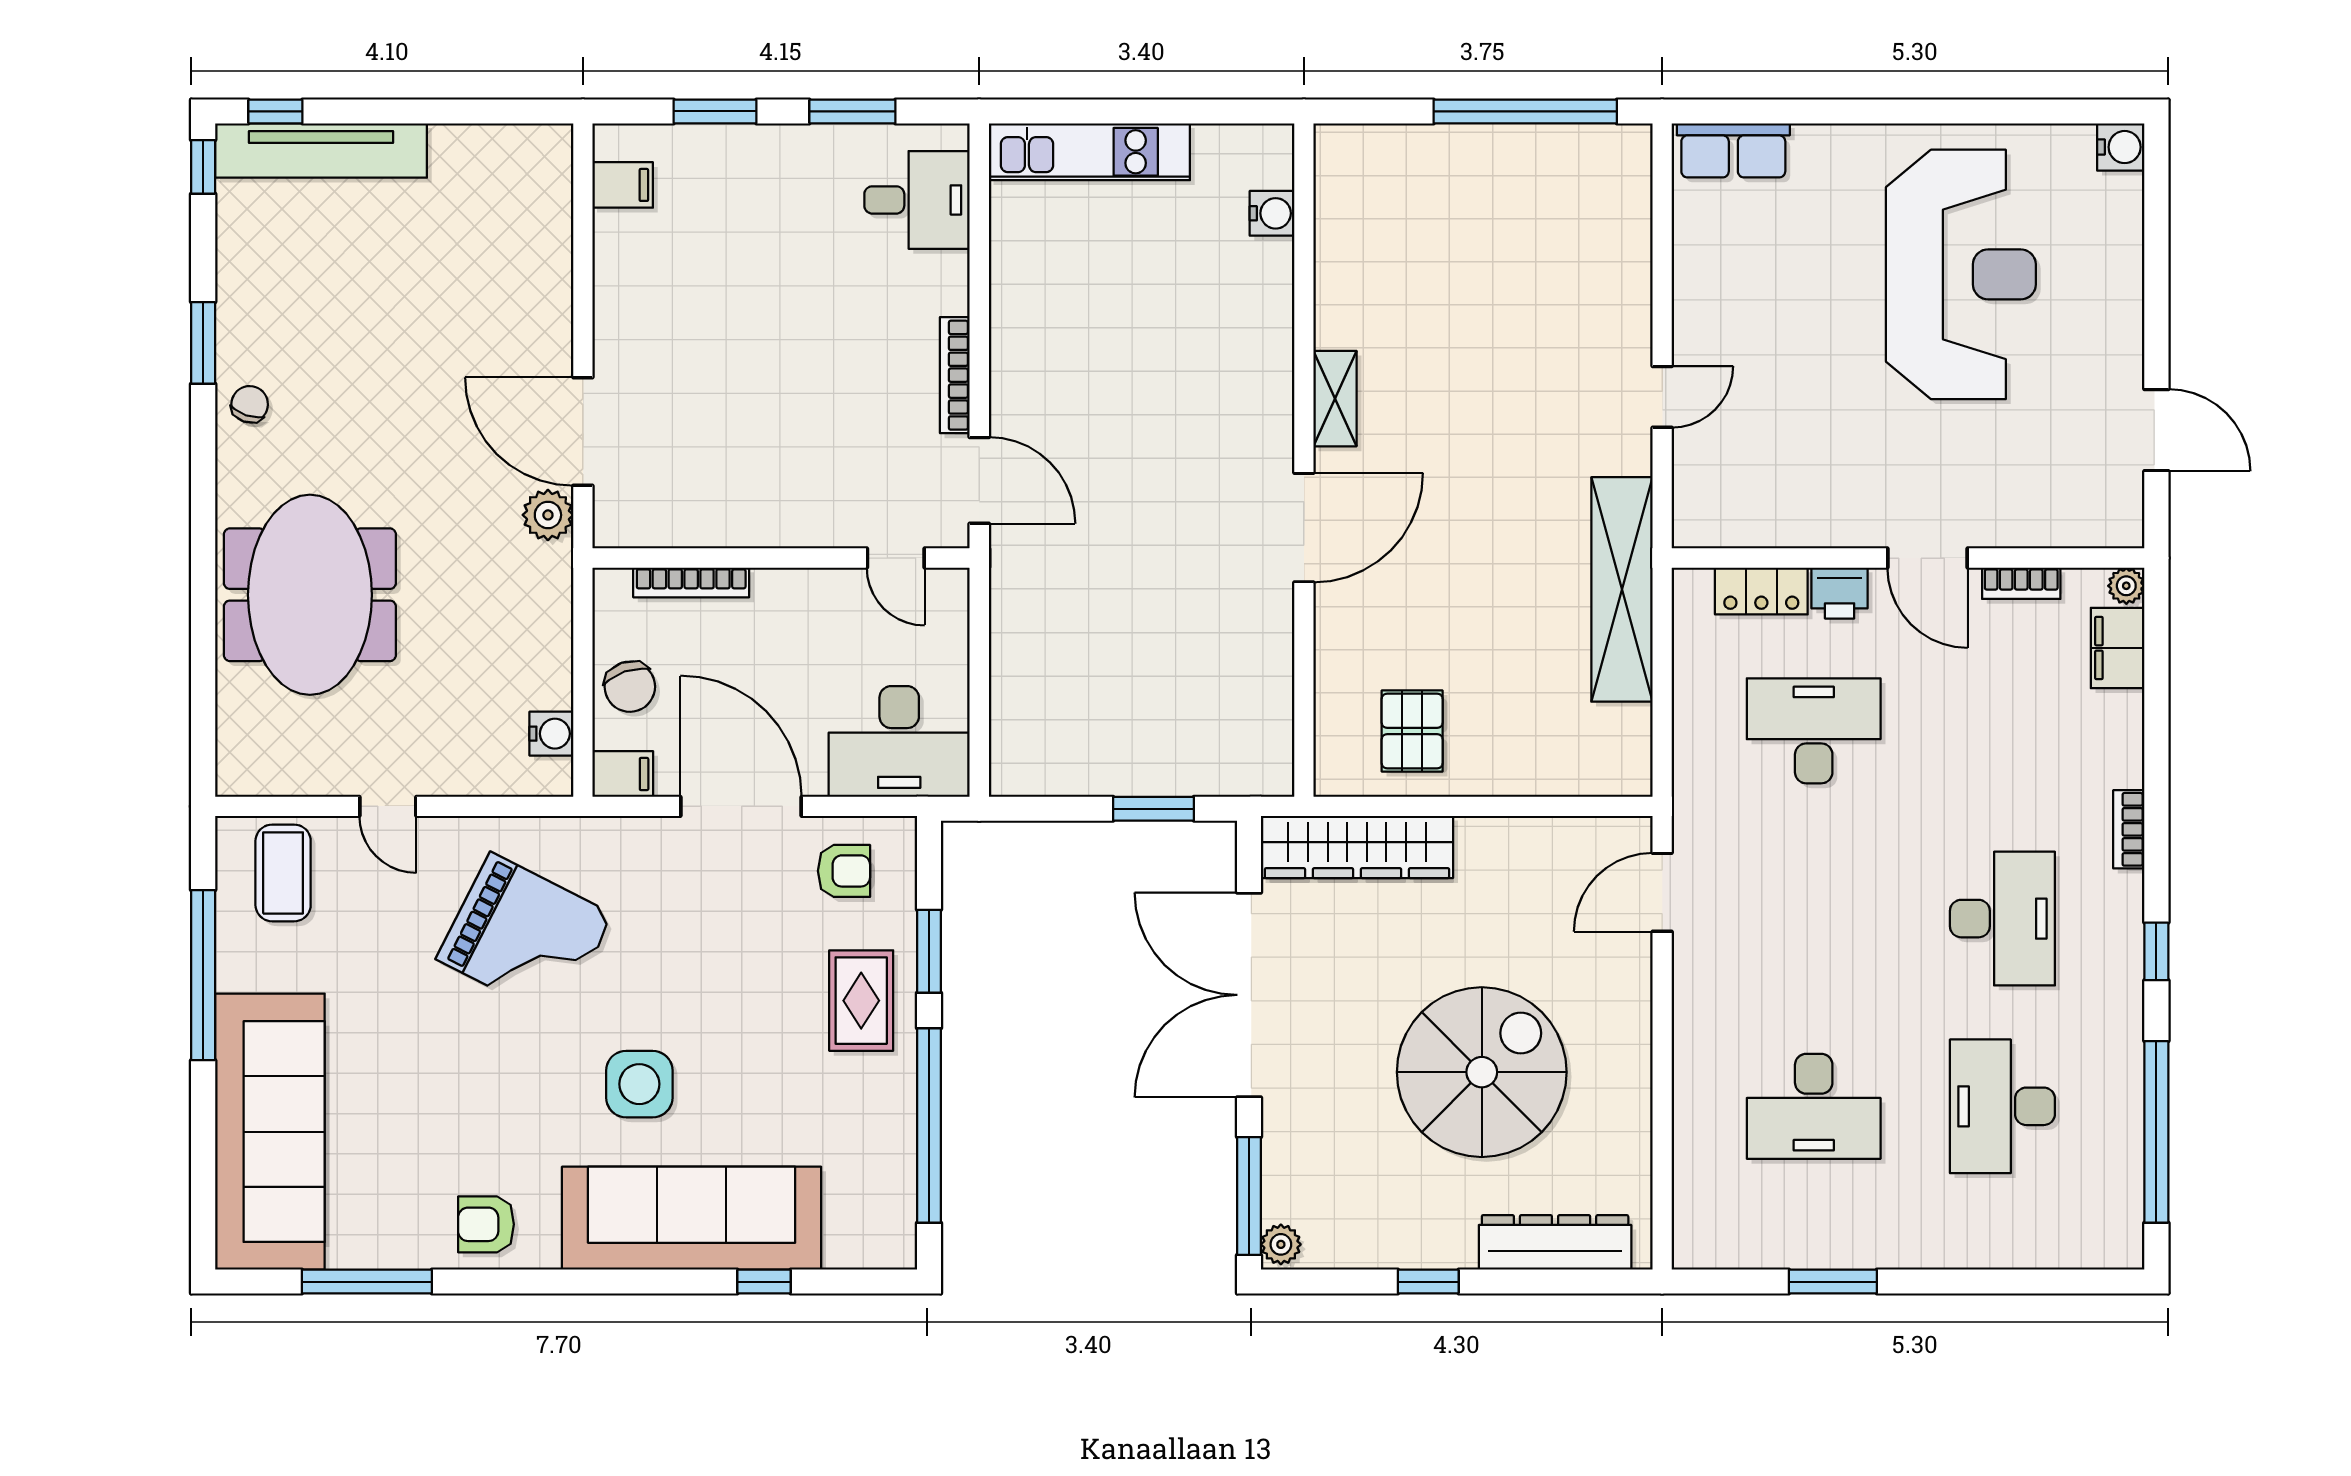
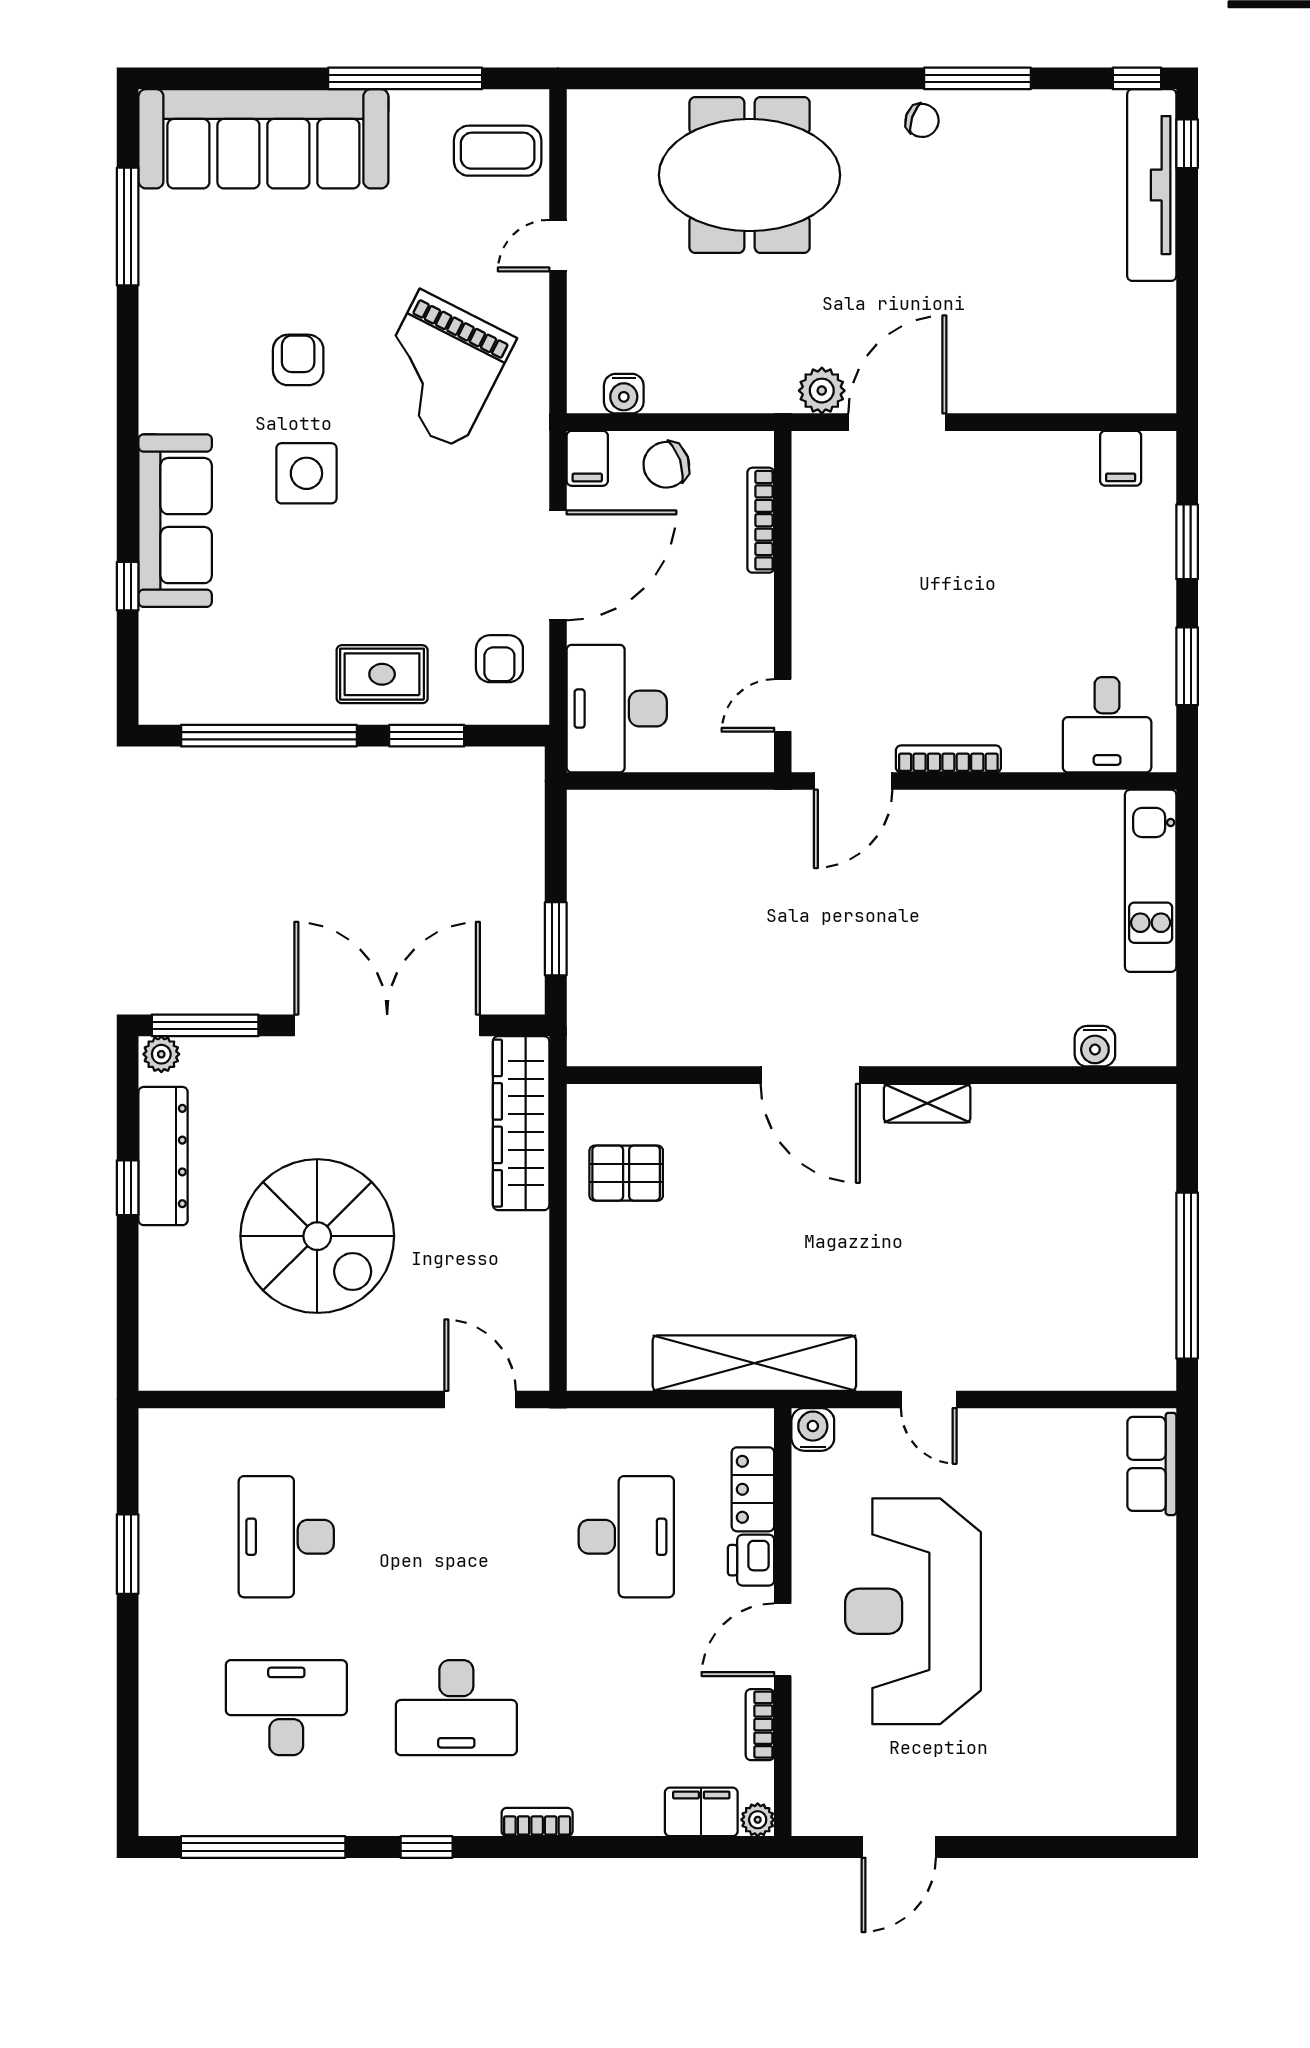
water cooler: (2121, 147) -> (813, 1429), moved, turned 180
reception desk: (1961, 274) -> (913, 1611), moved, turned 90
window: (203, 343) -> (978, 78), width x1.44
sofa: (692, 1218) -> (175, 521), width x0.74, depth x0.79
armchair: (486, 1224) -> (298, 360), moved
dresser: (1555, 1242) -> (163, 1156), moved

